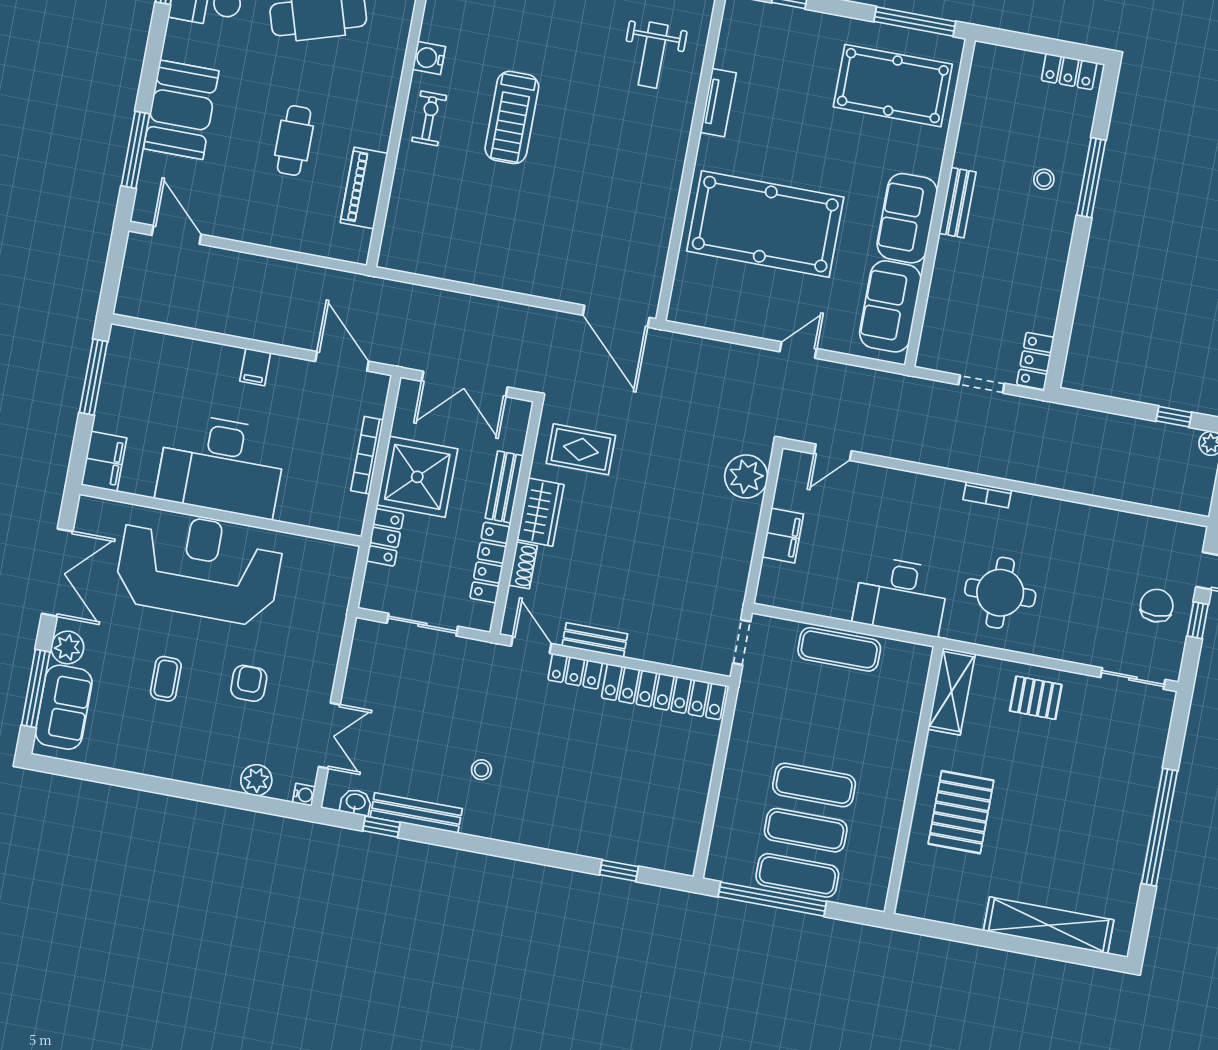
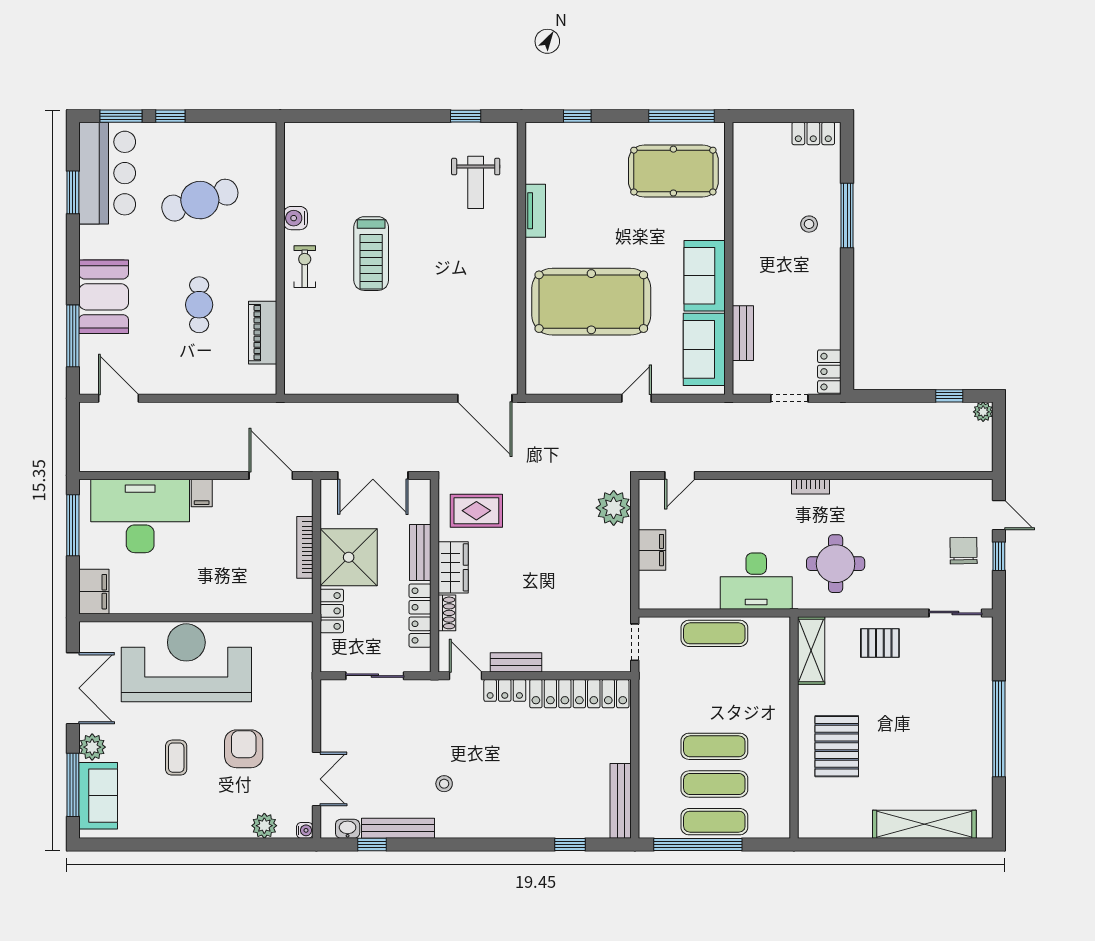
bench: (957, 203) -> (743, 333), moved
desk: (221, 465) -> (140, 516), moved, turned 180
armchair: (249, 683) -> (244, 749), width x1.38, depth x1.38
bench: (689, 830) -> (621, 801), added

